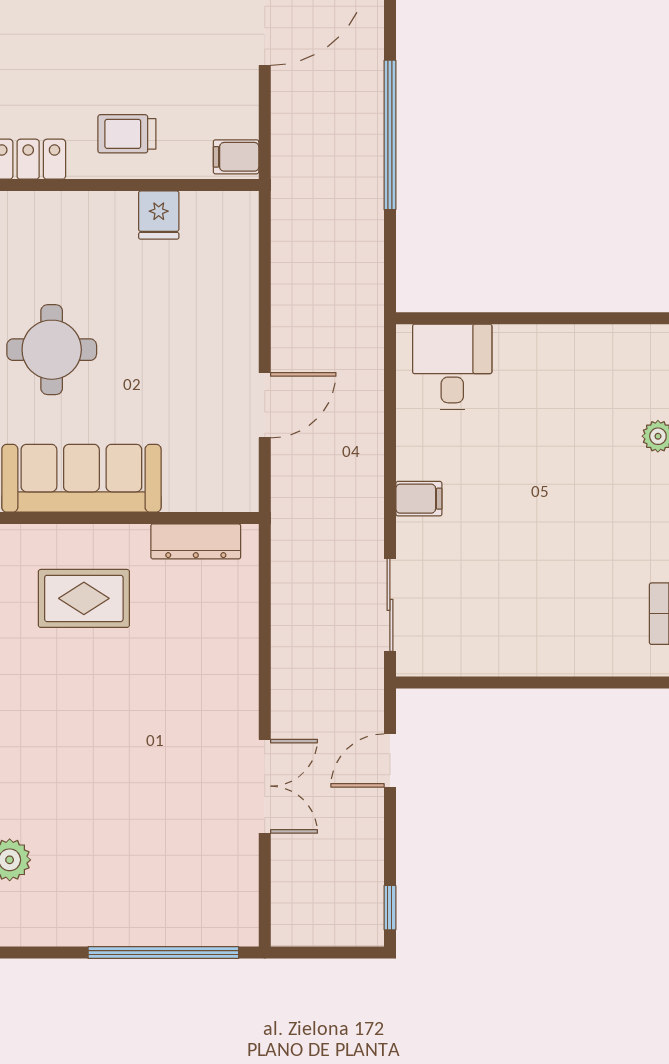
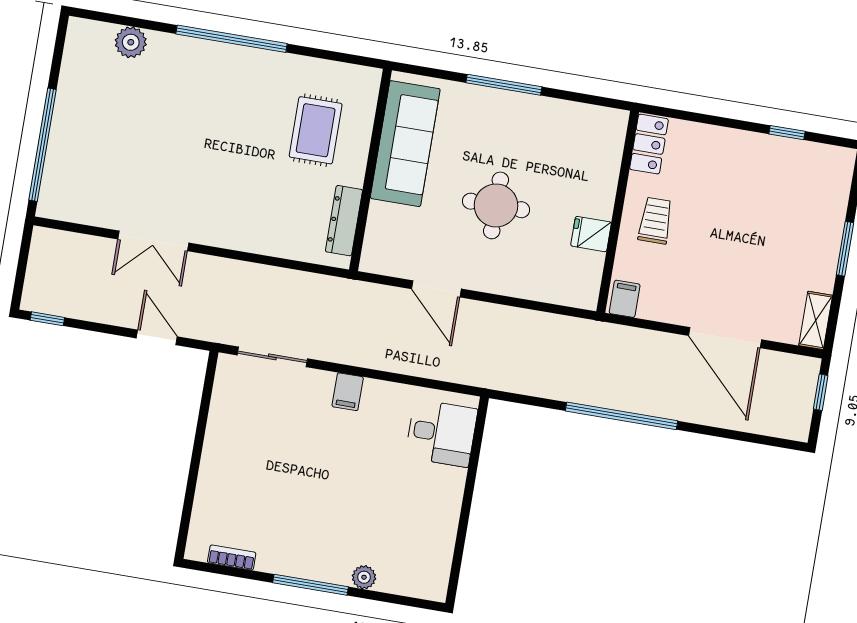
round table: (52, 350) -> (496, 205), moved

